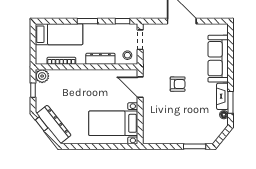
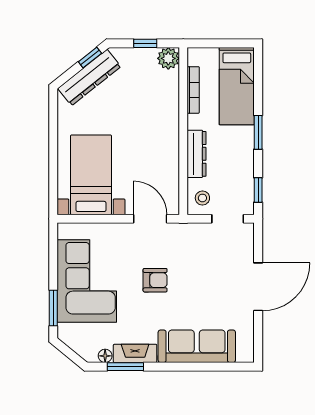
armchair: (178, 84) -> (155, 280), turned -90
door: (140, 87) -> (150, 219), hinge flipped
corner sofa: (178, 126) -> (87, 281), added

